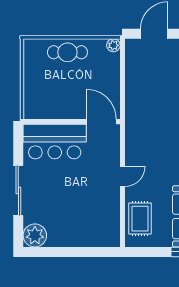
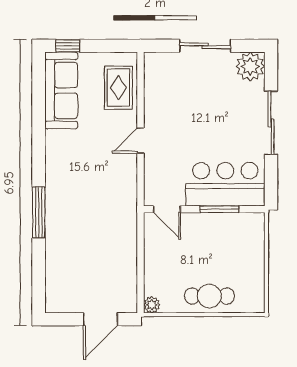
window: (60, 122) -> (219, 209), added
door: (101, 122) -> (167, 209), width x0.73
sliding door: (71, 252) -> (205, 46), added

